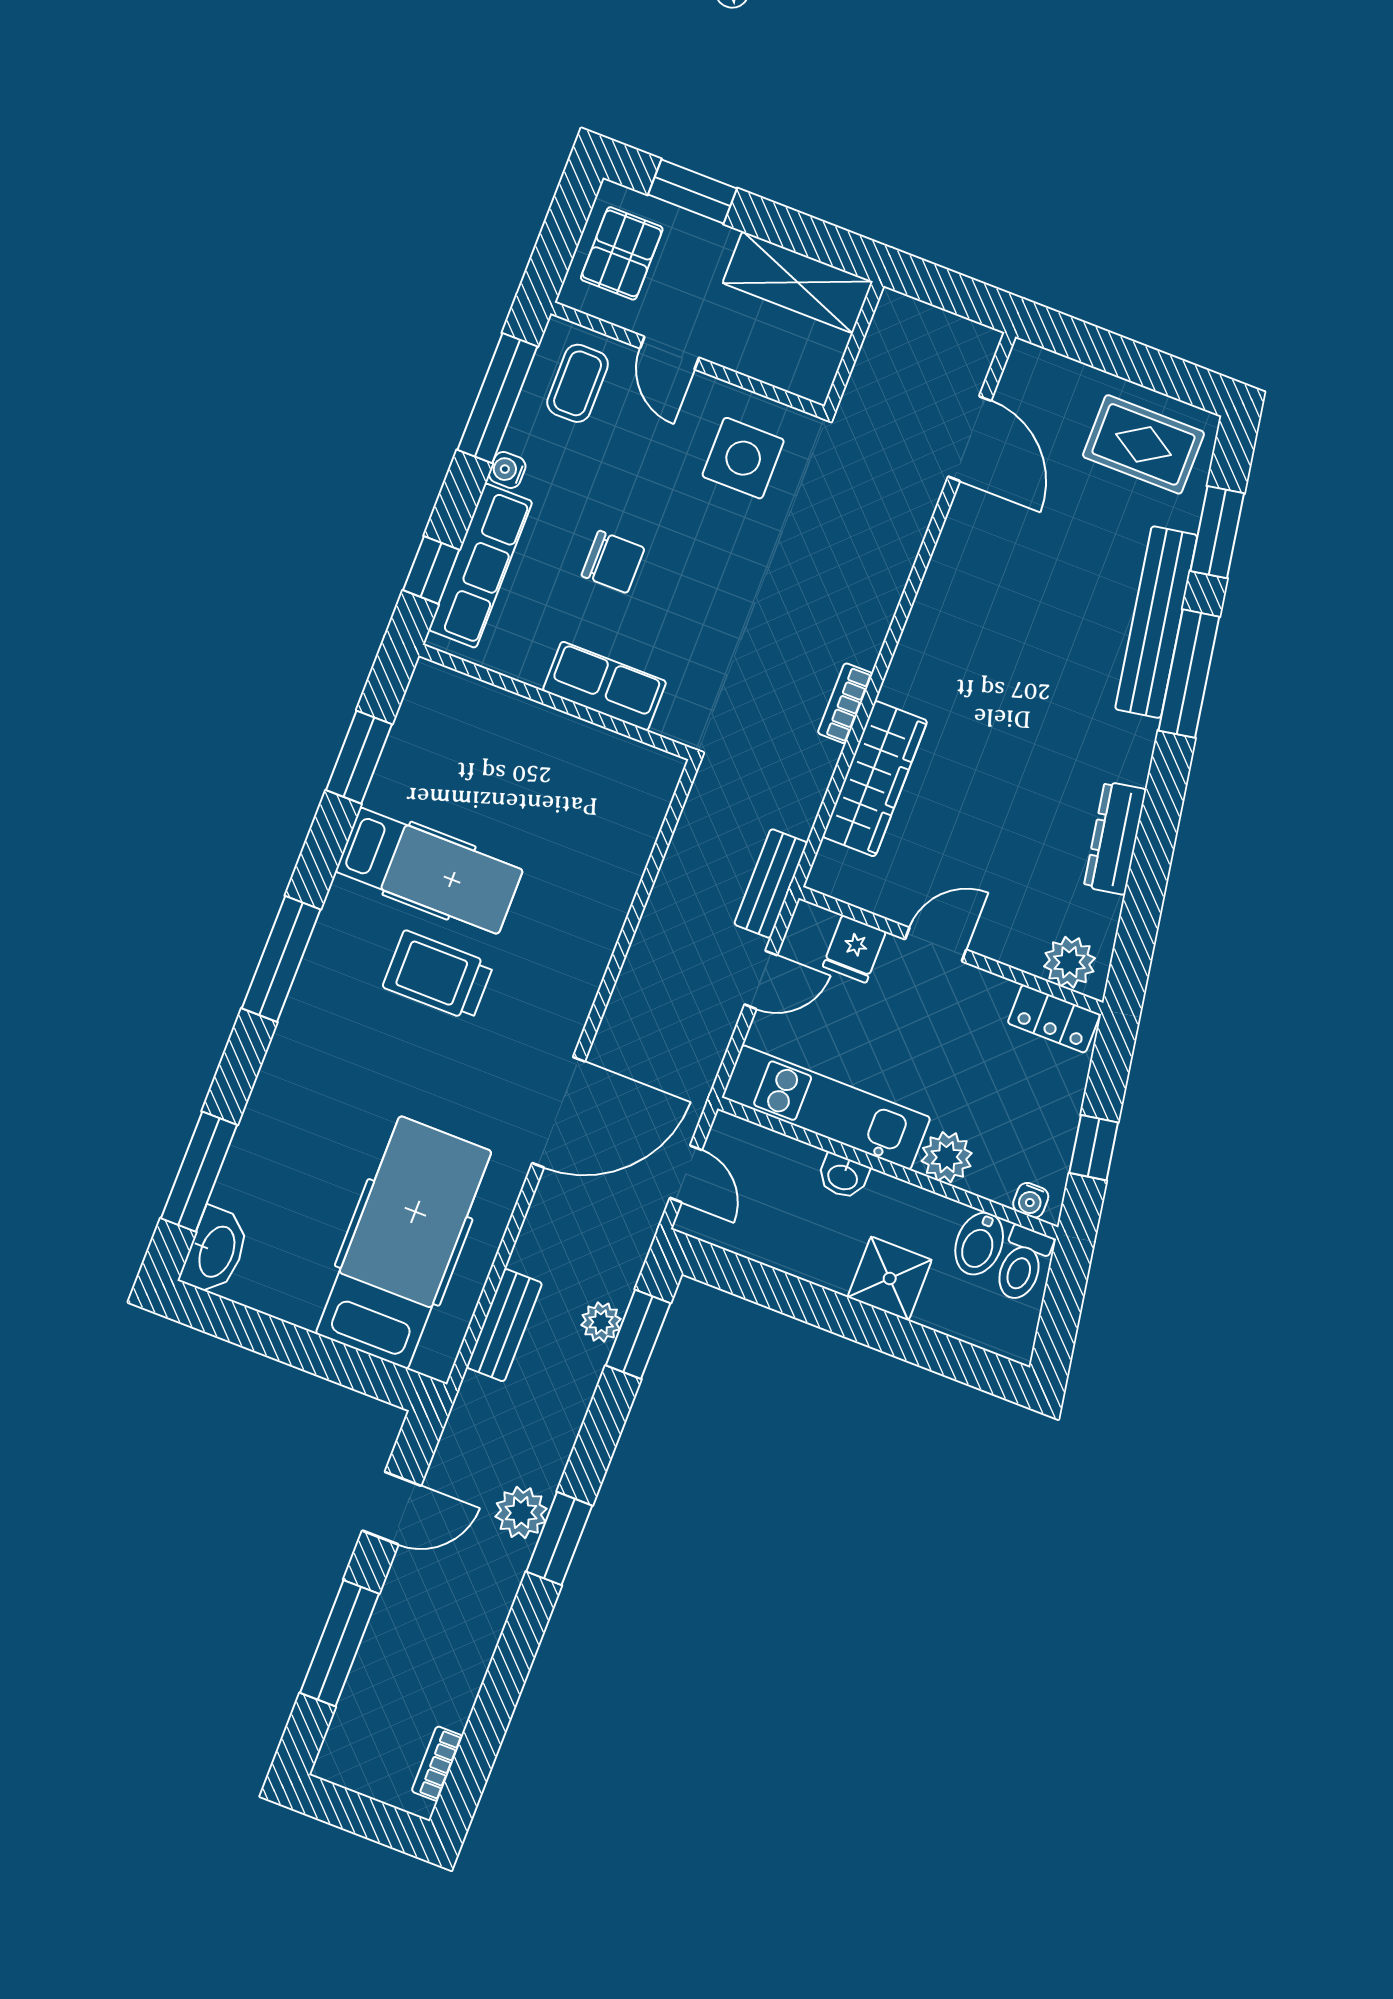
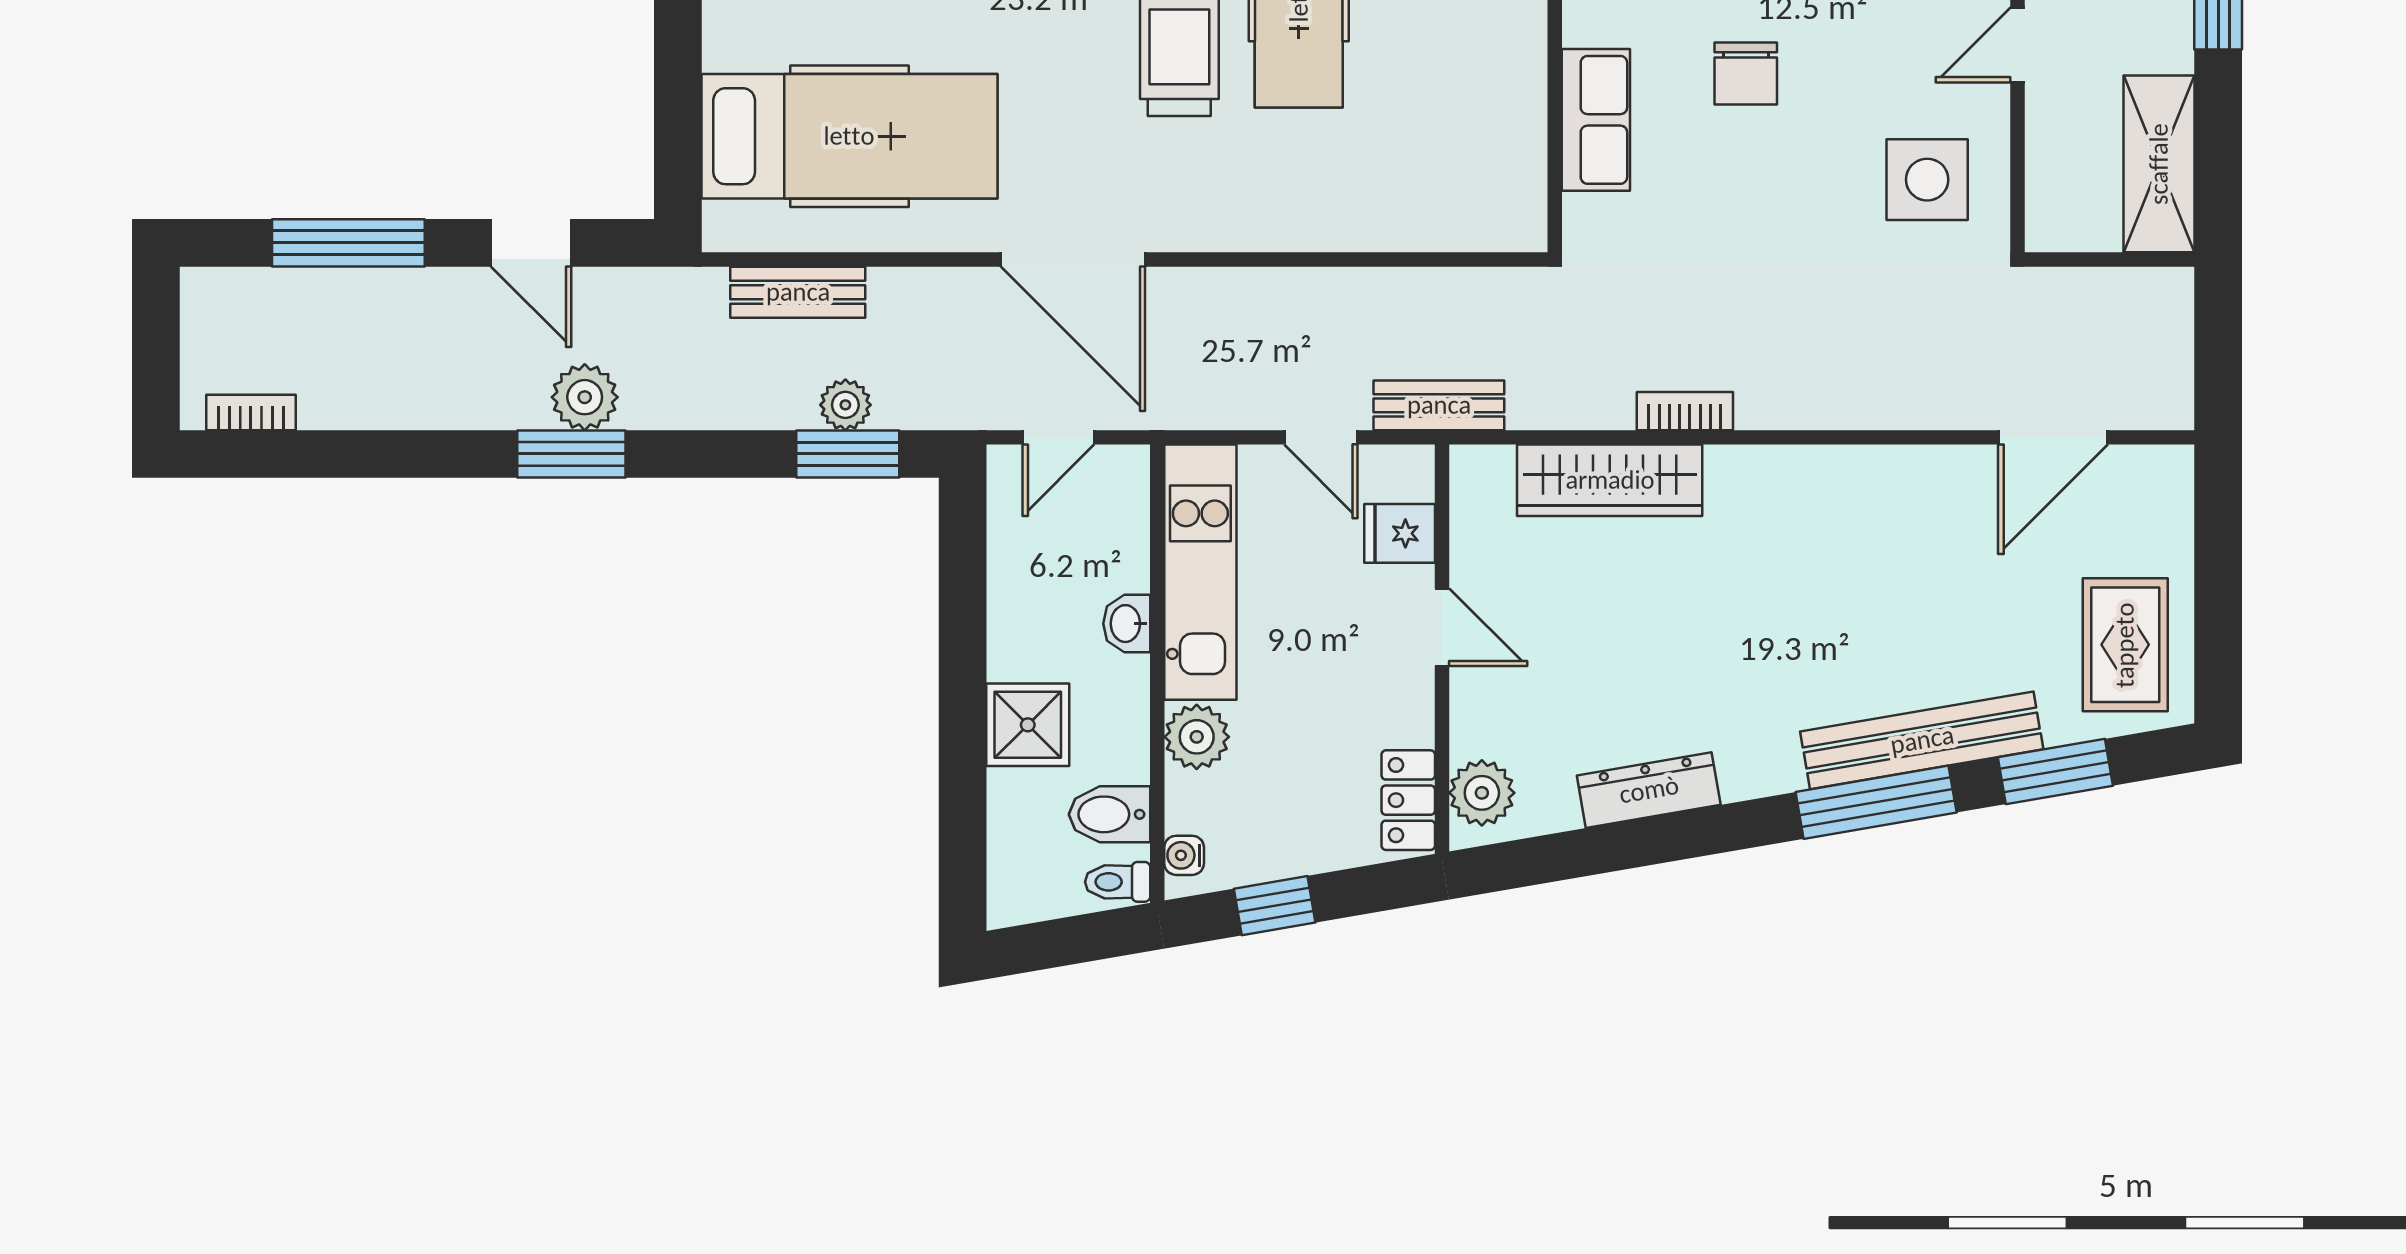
toilet: (1022, 1264) -> (1118, 882), width x0.73, depth x0.72

